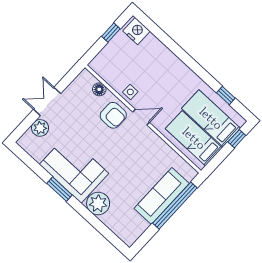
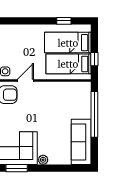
window: (237, 139) -> (94, 59), moved
sofa: (162, 196) -> (81, 142), moved
plant: (98, 203) -> (43, 160), width x0.53, depth x0.53

